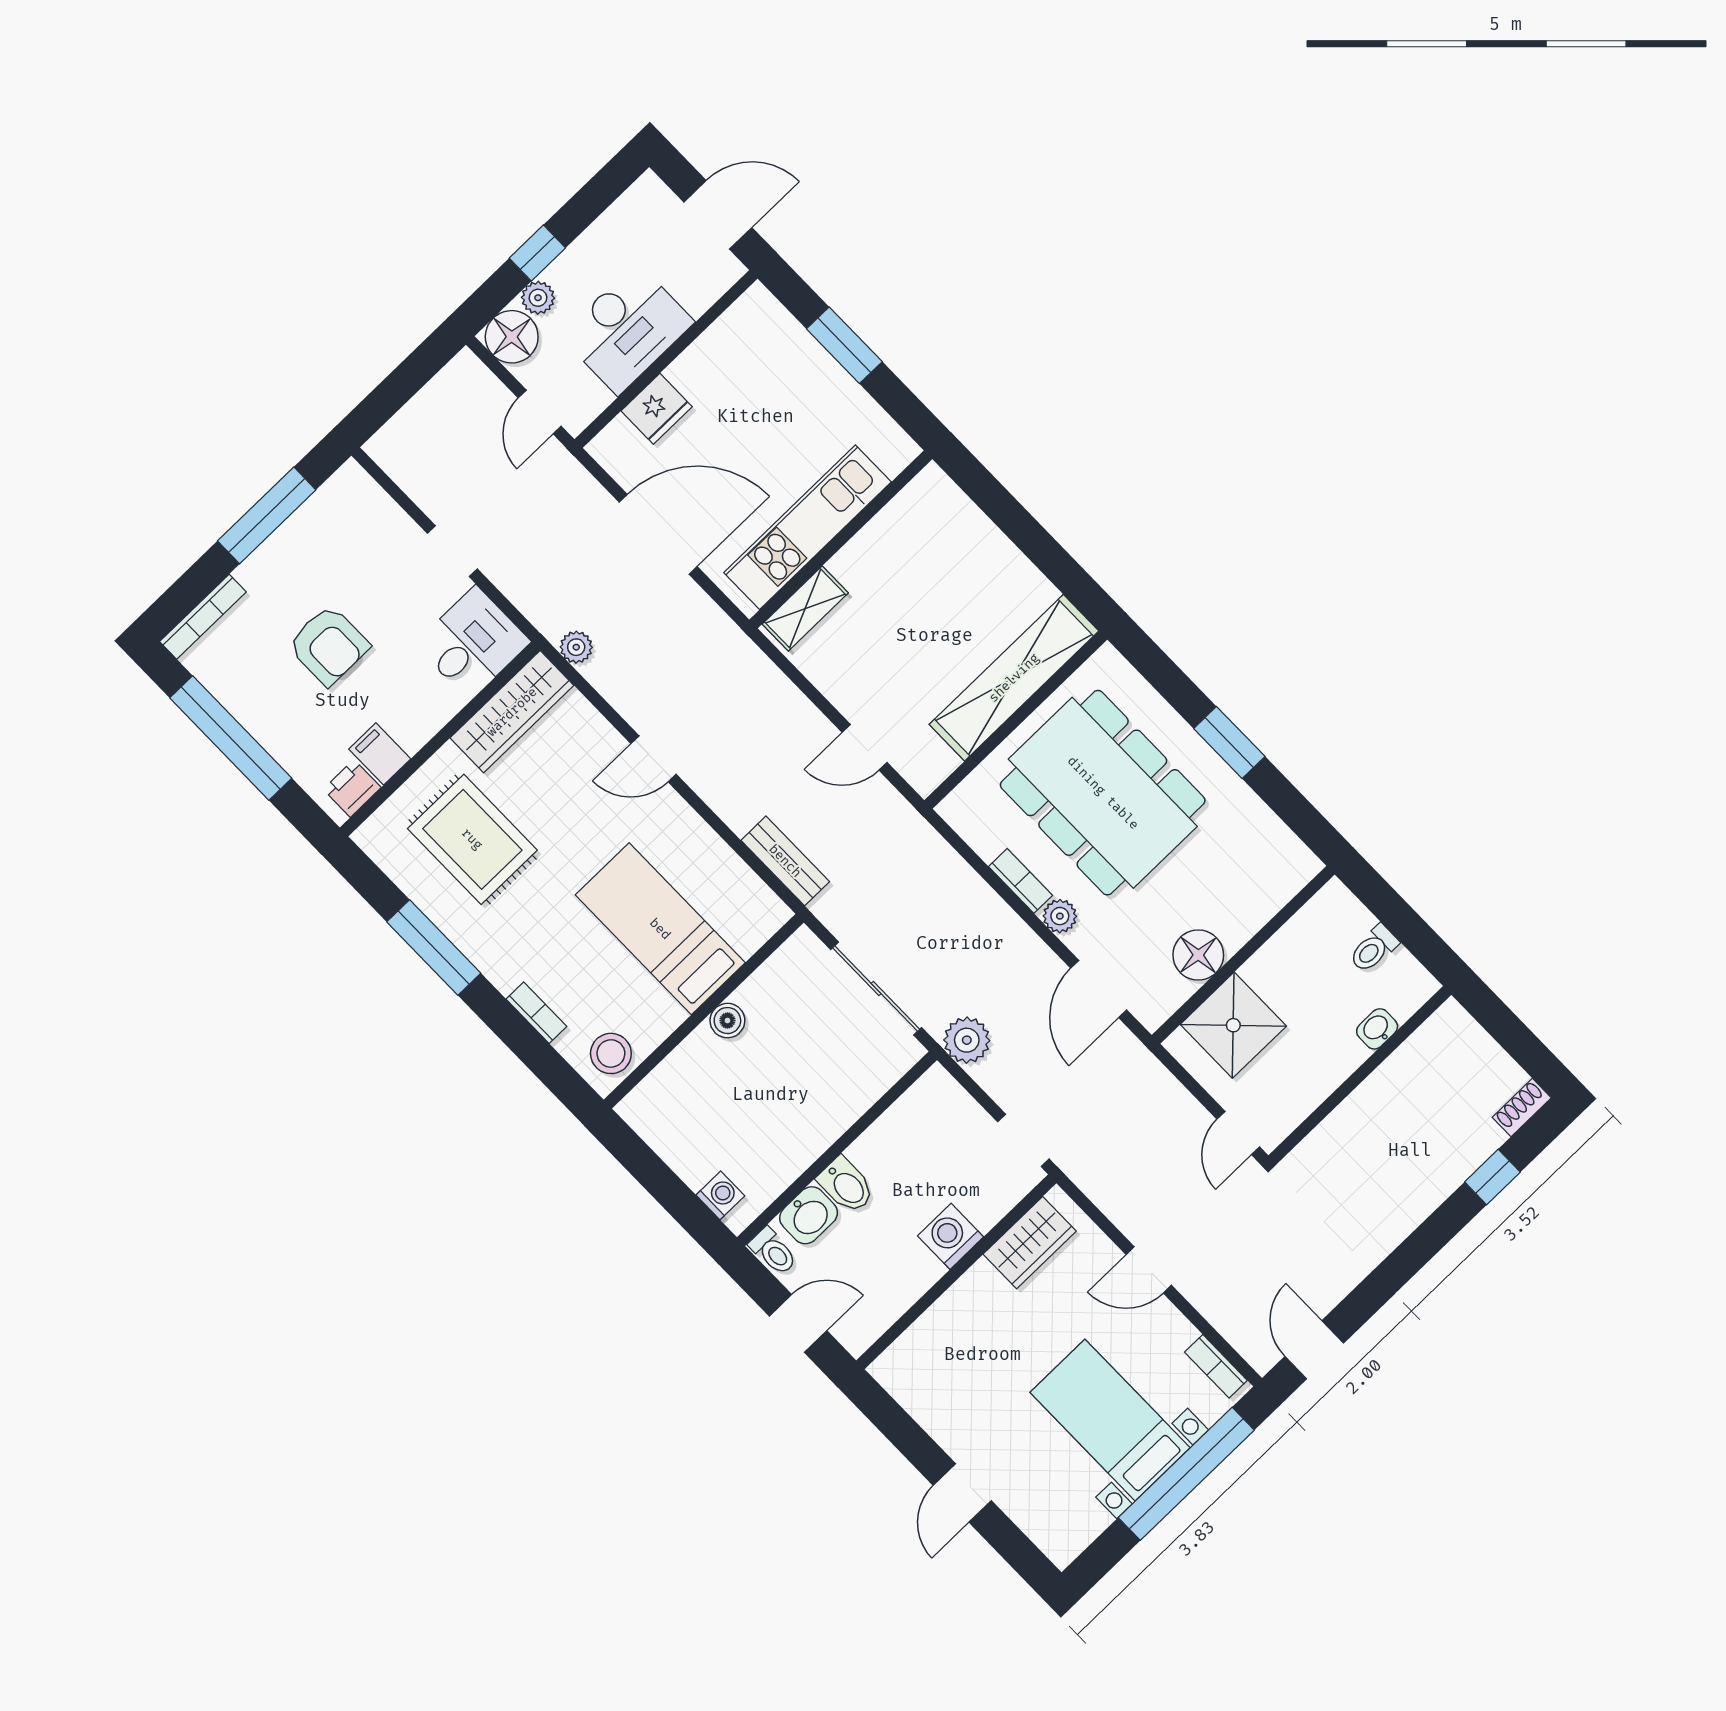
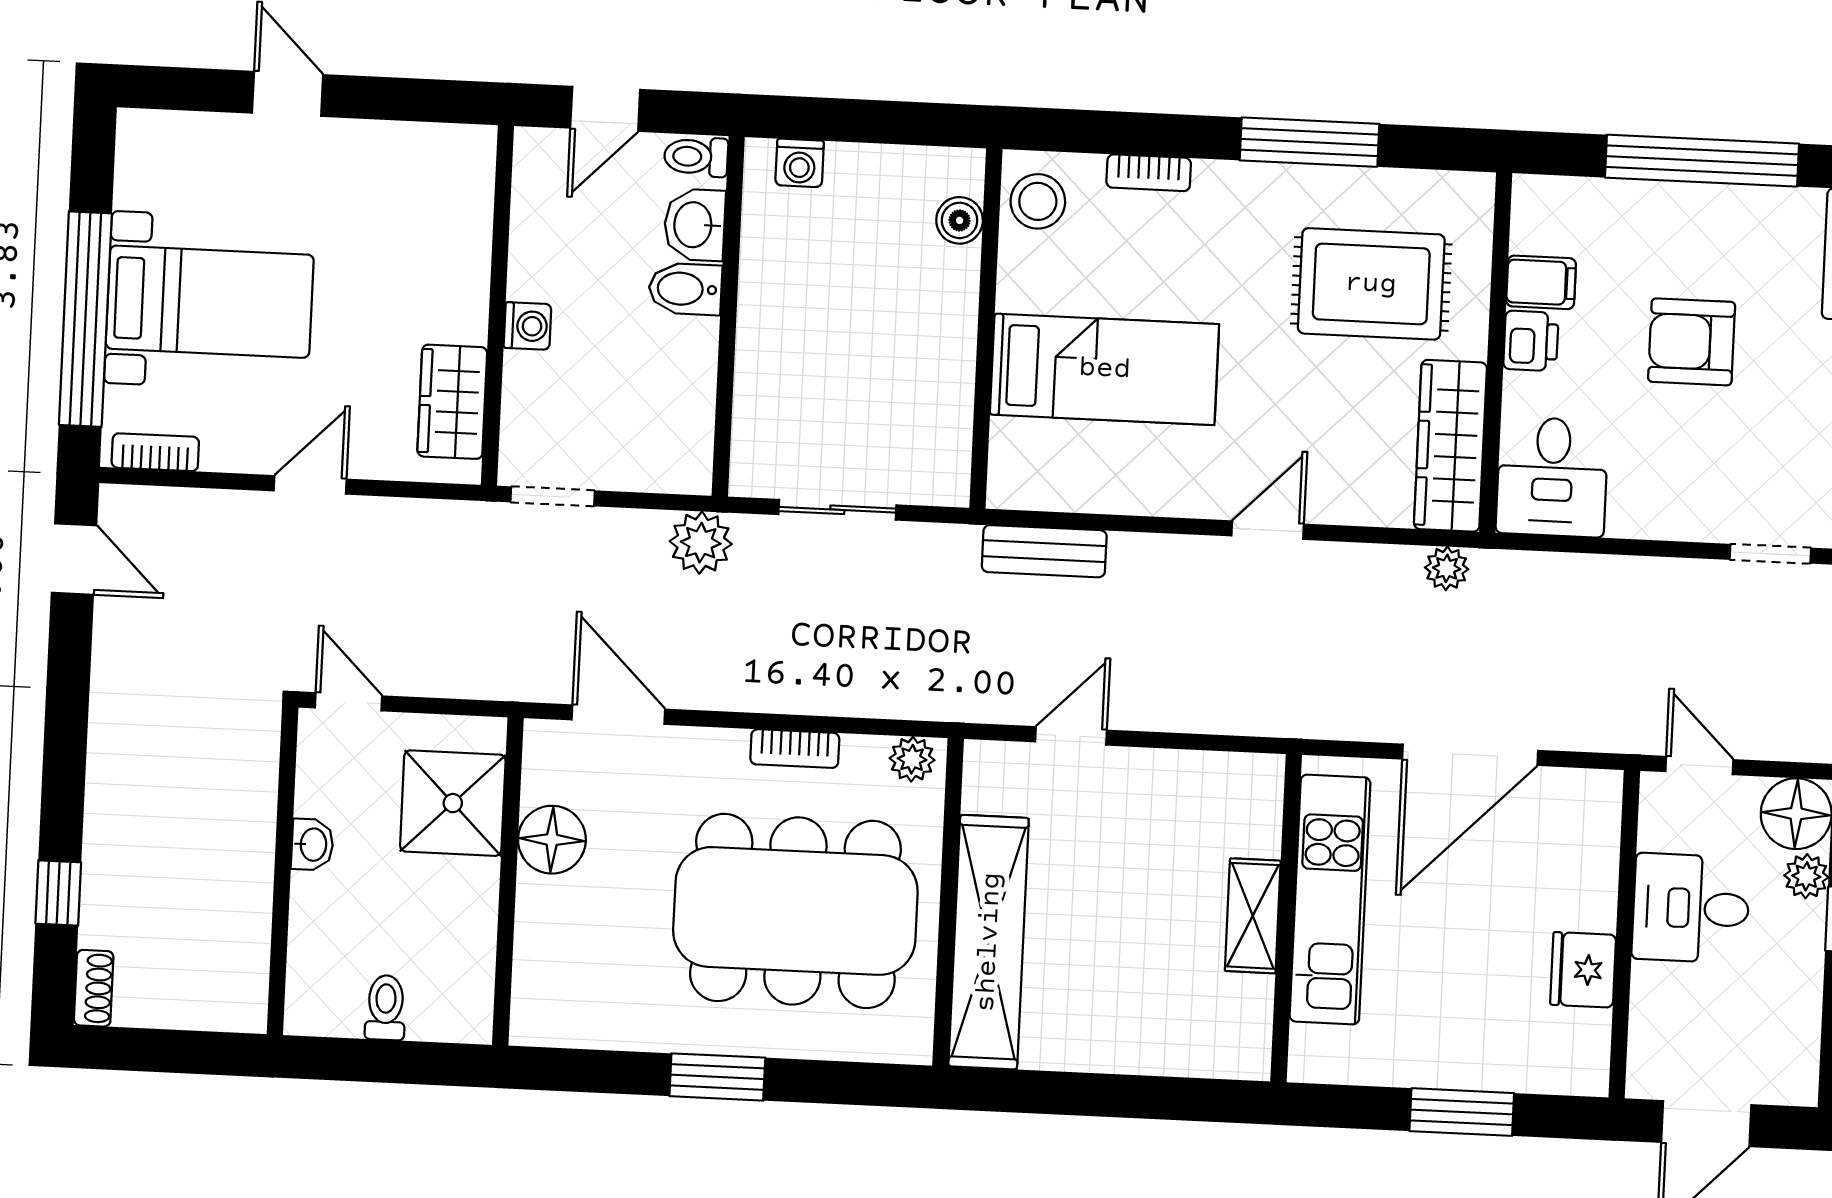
desk: (627, 329) -> (1691, 908), width x0.73
fridge: (657, 409) -> (1583, 970), moved
doorway: (452, 551) -> (1770, 554), moved
shelving: (805, 608) -> (1253, 916), moved
printer: (352, 788) -> (1531, 341), moved
plant: (1060, 916) -> (912, 759), moved
sliding door: (876, 989) -> (837, 510), width x0.73
boiler: (727, 1021) -> (960, 220), moved
washbasin: (1377, 1029) -> (312, 845), moved
washing machine: (951, 1236) -> (527, 326), width x0.73, depth x0.73

